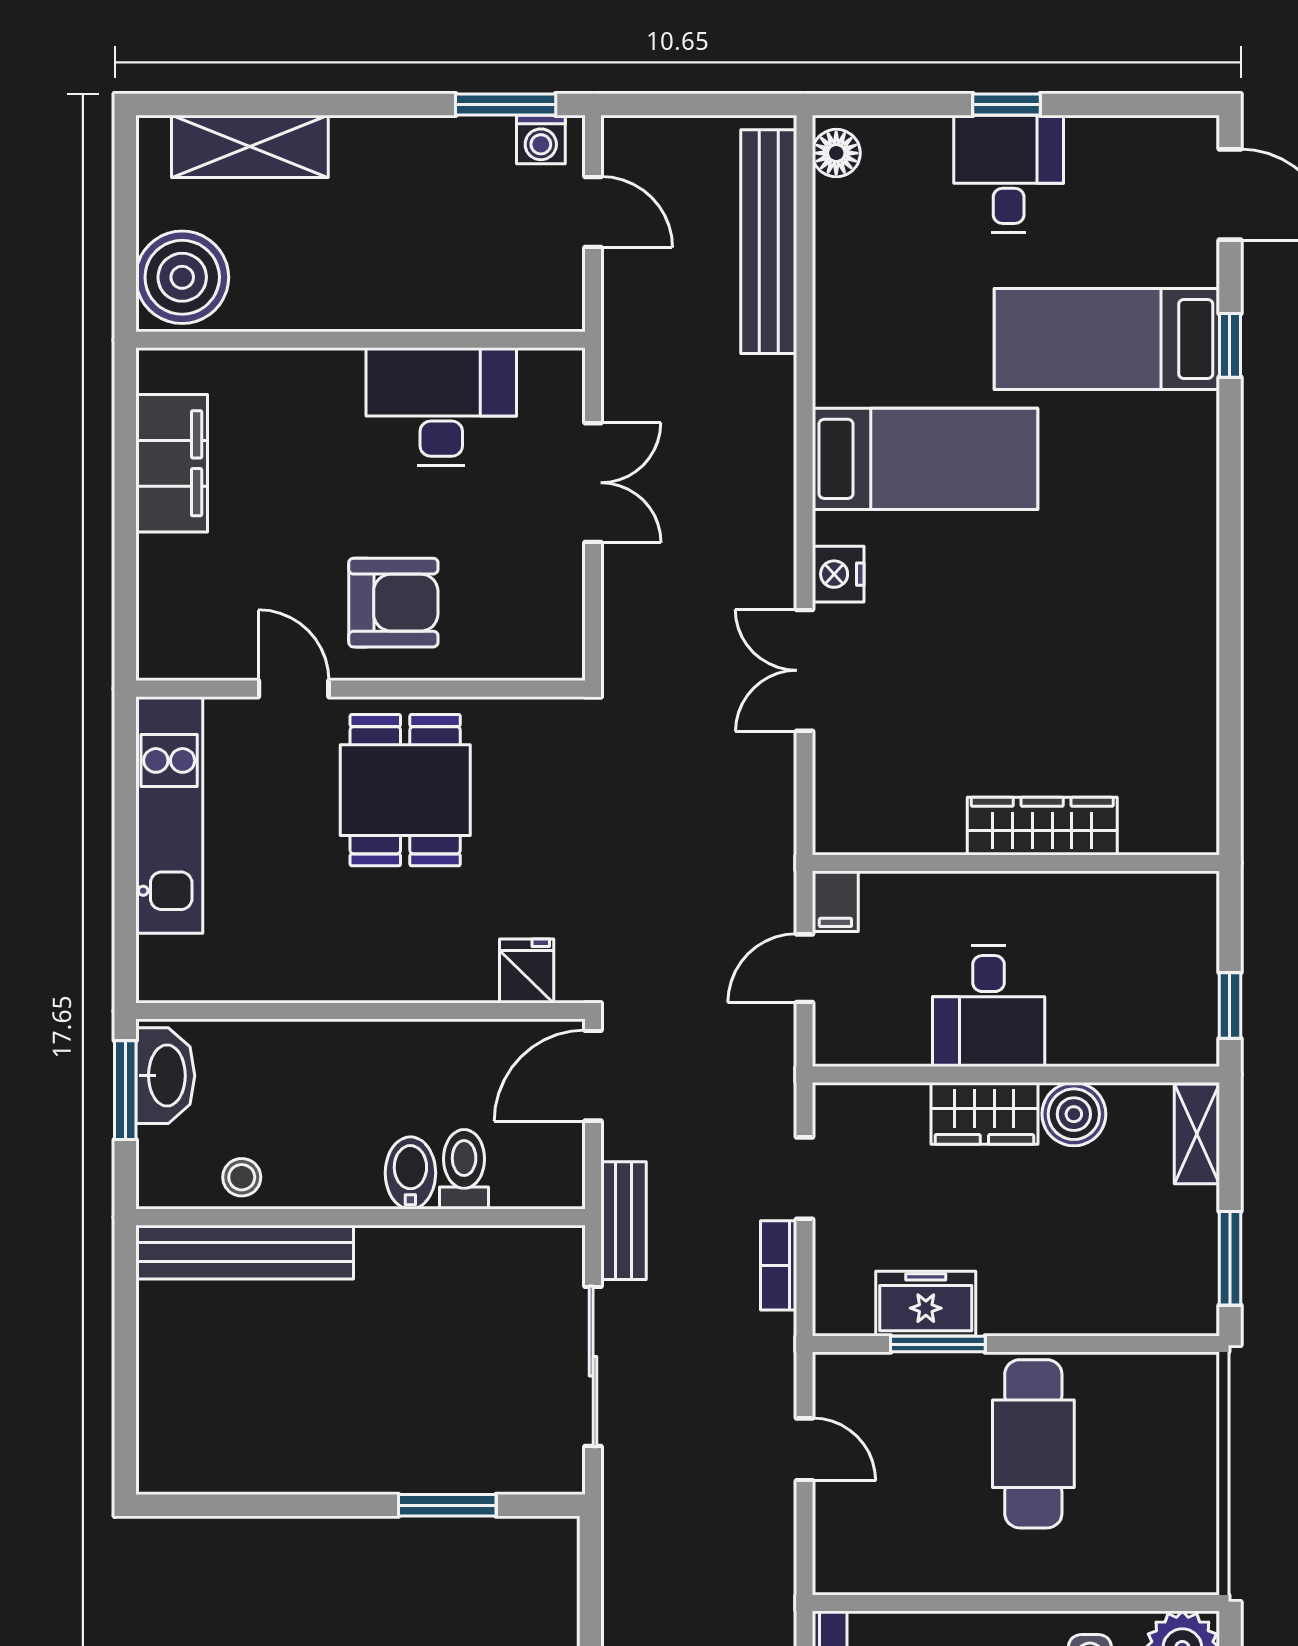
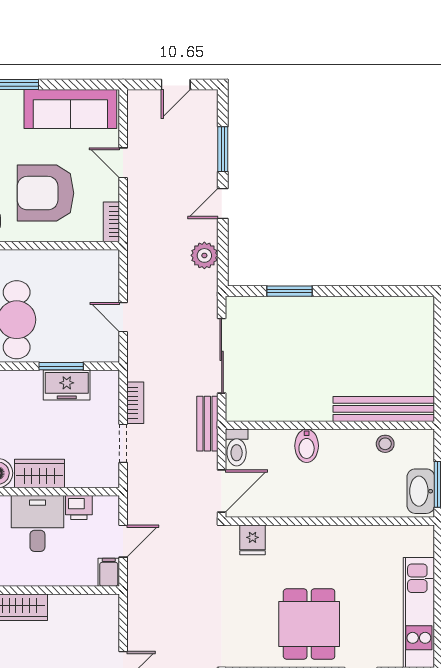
printer: (900, 1040) -> (79, 507), added
toilet: (464, 1169) -> (237, 448), moved
plant: (630, 1582) -> (204, 255), added

